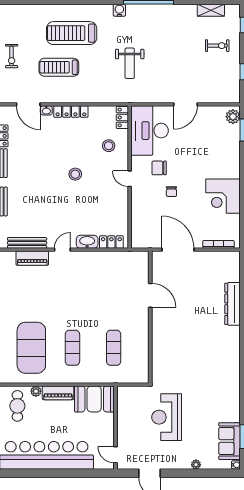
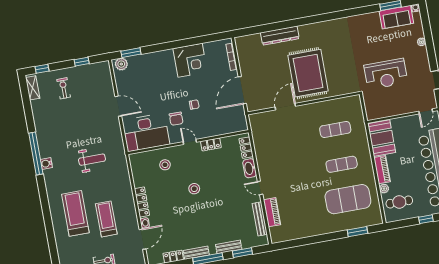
water cooler: (119, 10) -> (46, 164), moved
shelving: (211, 10) -> (33, 88), moved
treadmill: (72, 33) -> (75, 213), turned 180
treadmill: (59, 67) -> (106, 219), turned 180
locker: (122, 117) -> (211, 144), moved
door: (130, 179) -> (190, 142), swing flipped
rug: (184, 328) -> (308, 73), added

